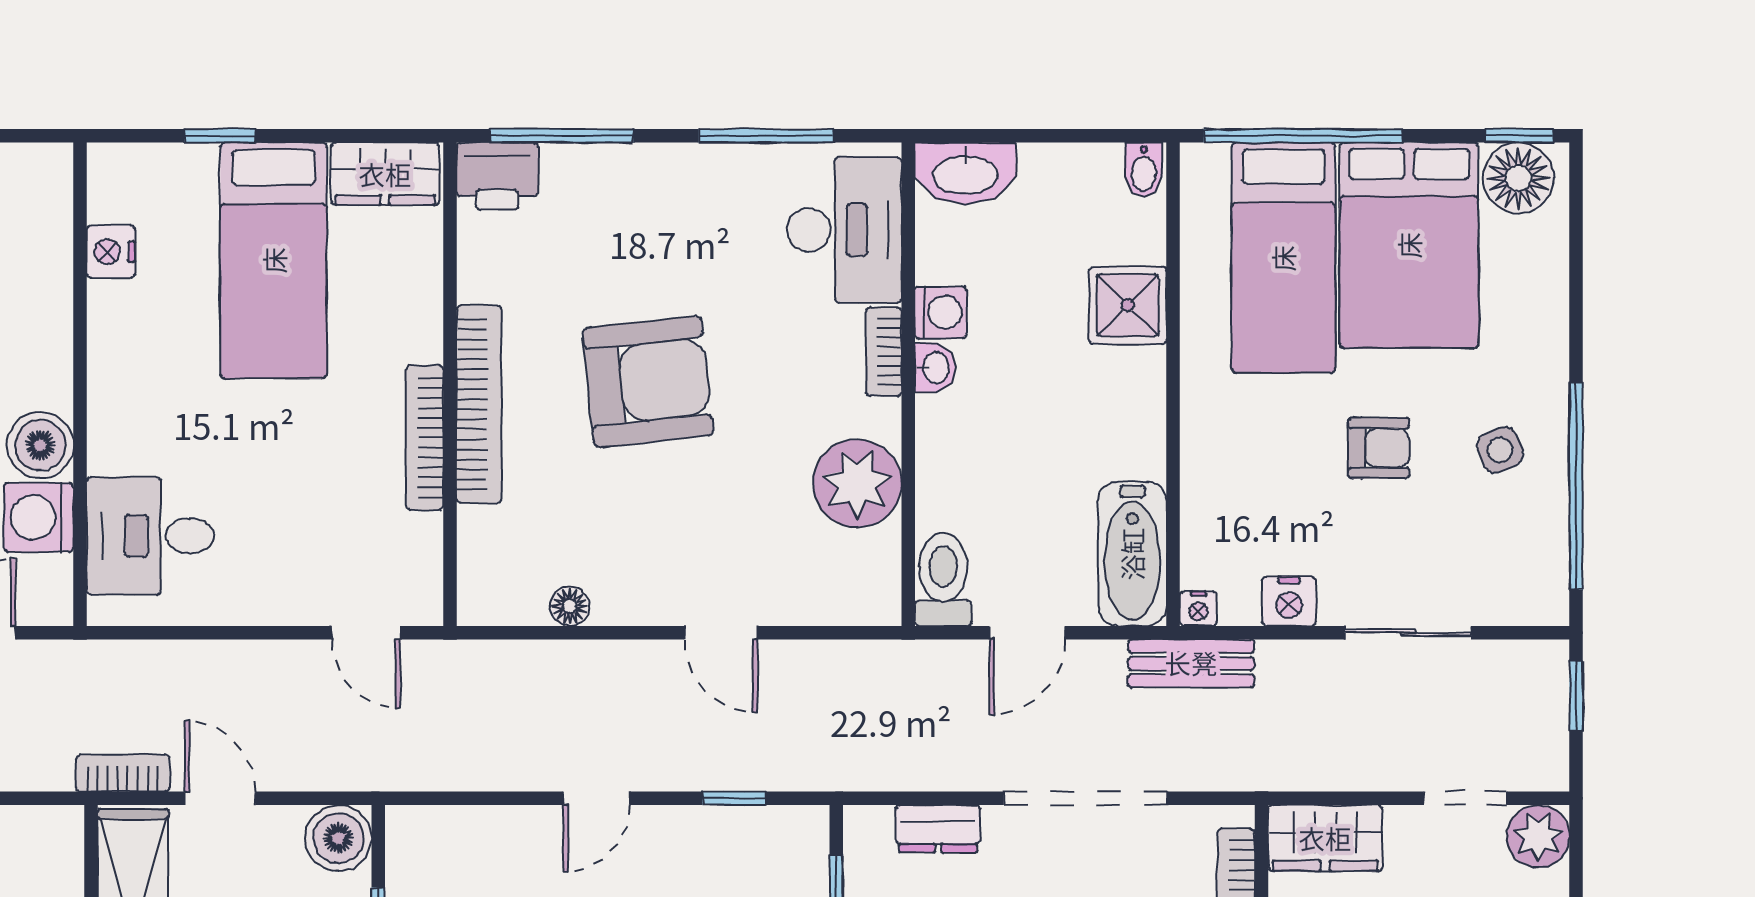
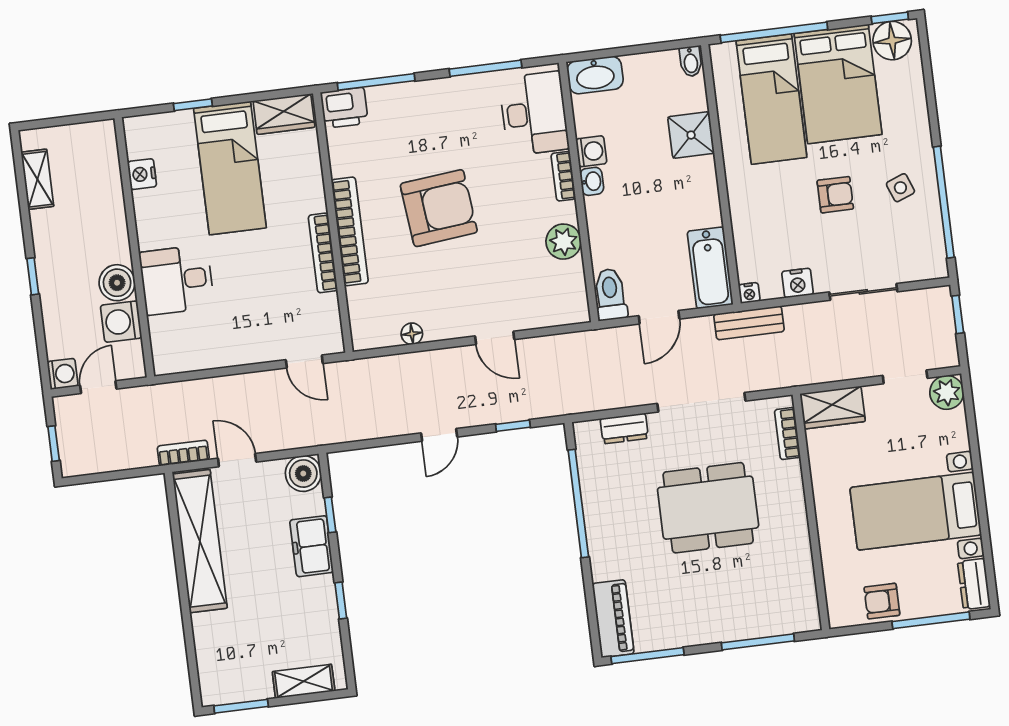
plant: (857, 484) -> (563, 242), width x0.73, depth x0.73
desk: (150, 536) -> (177, 280), moved

